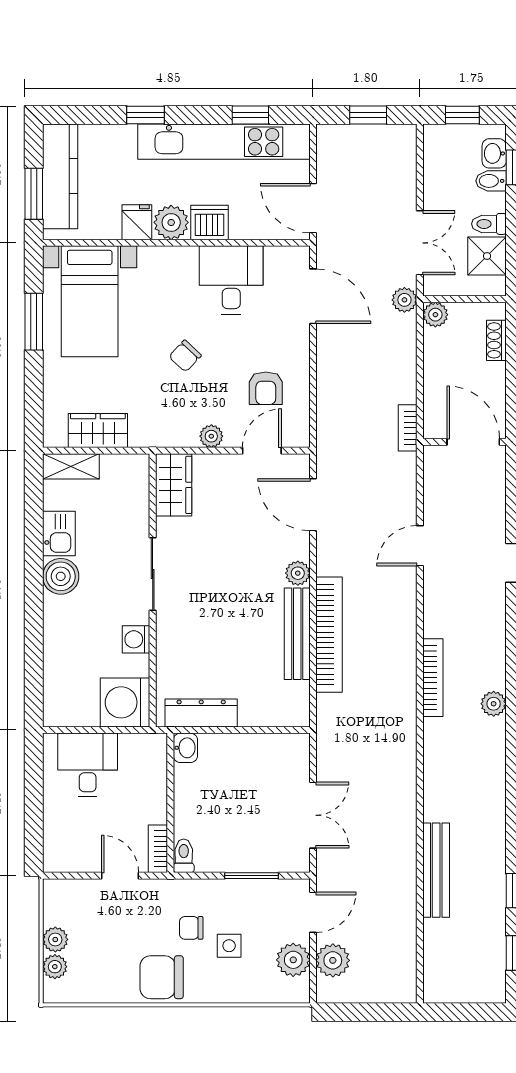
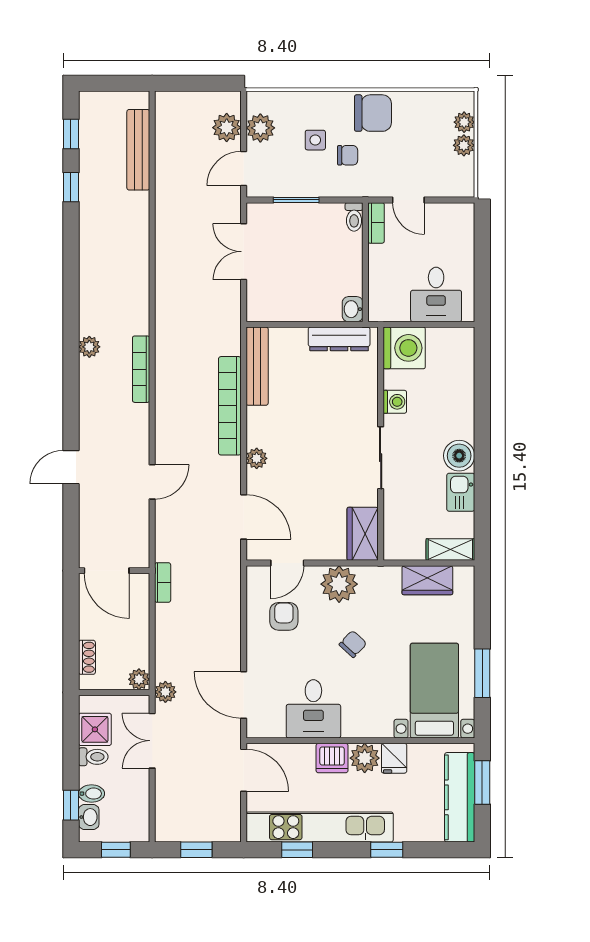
plant: (211, 436) -> (339, 584), width x1.87, depth x1.87
bench: (297, 634) -> (257, 366), moved
bench: (436, 870) -> (138, 150), moved

